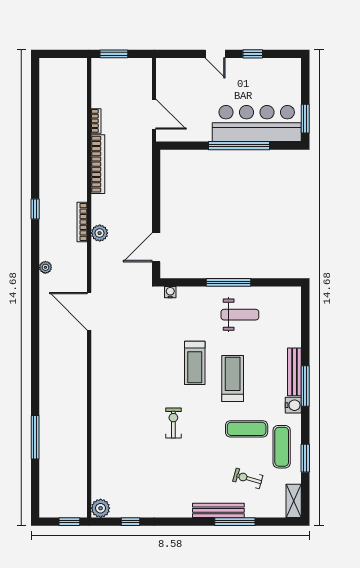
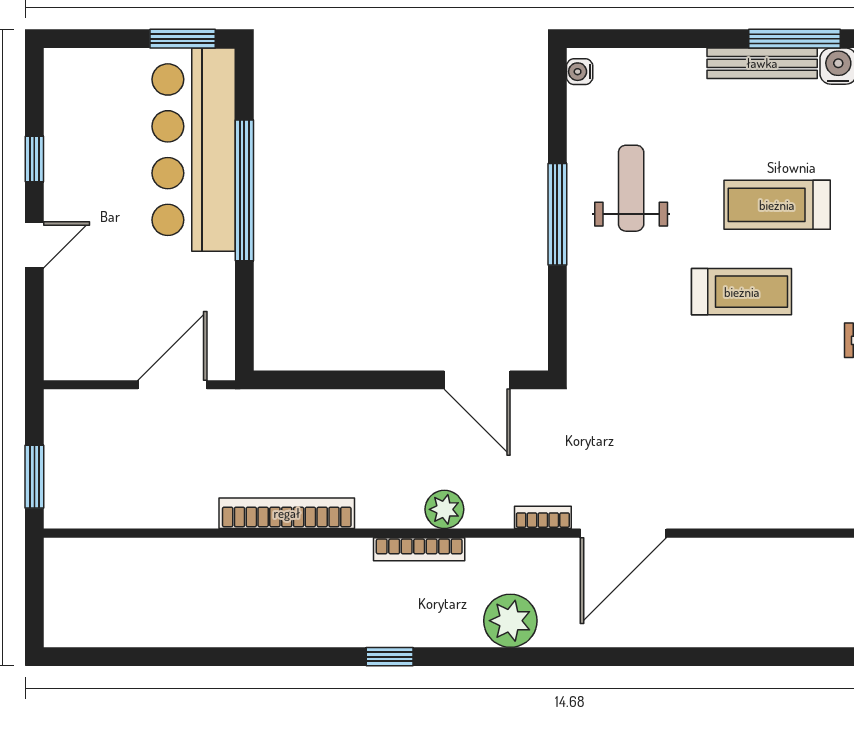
bookcase: (96, 121) -> (543, 517), moved
plant: (45, 267) -> (510, 621), width x1.88, depth x1.88
water cooler: (170, 292) -> (580, 72), moved

